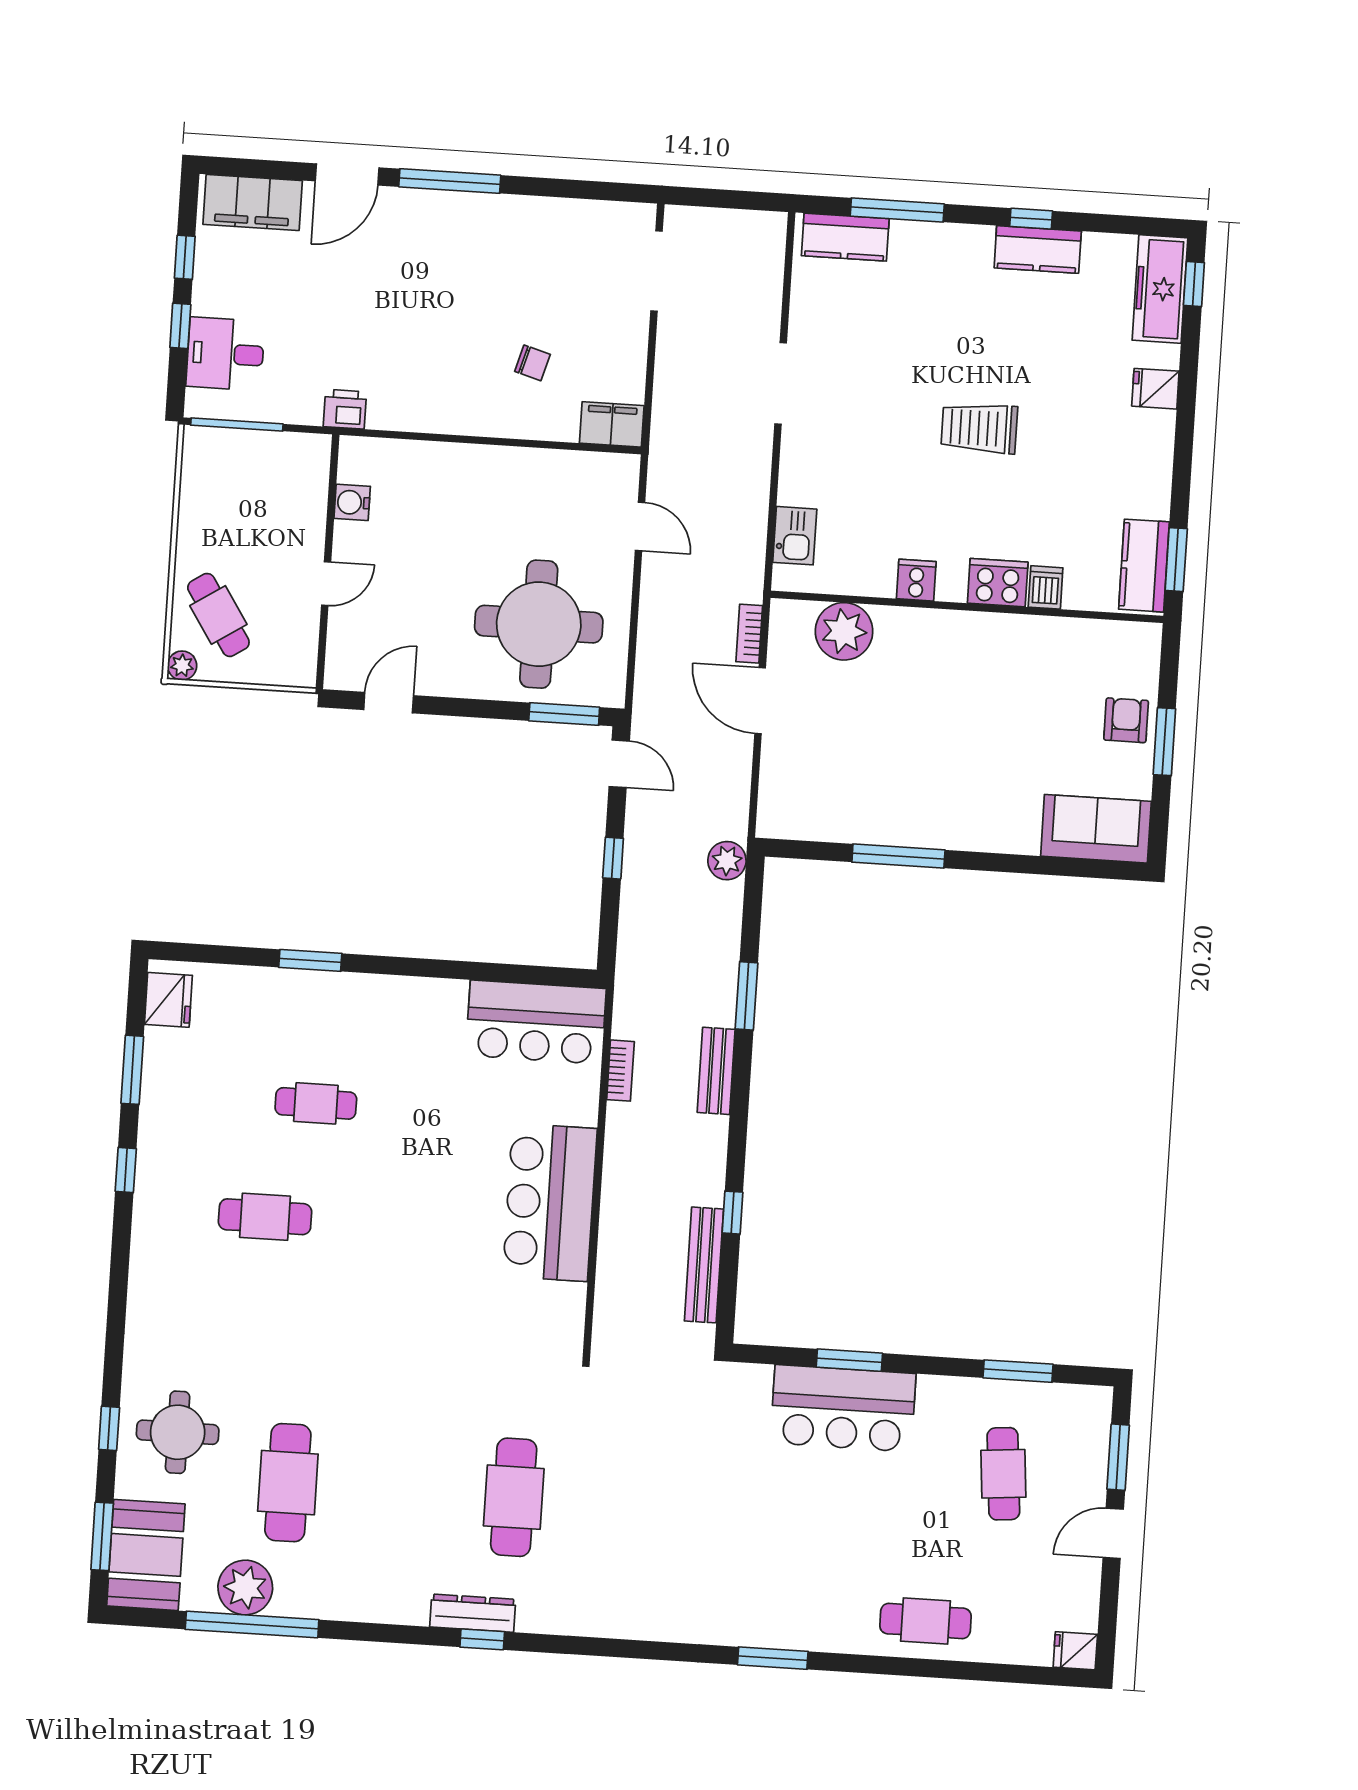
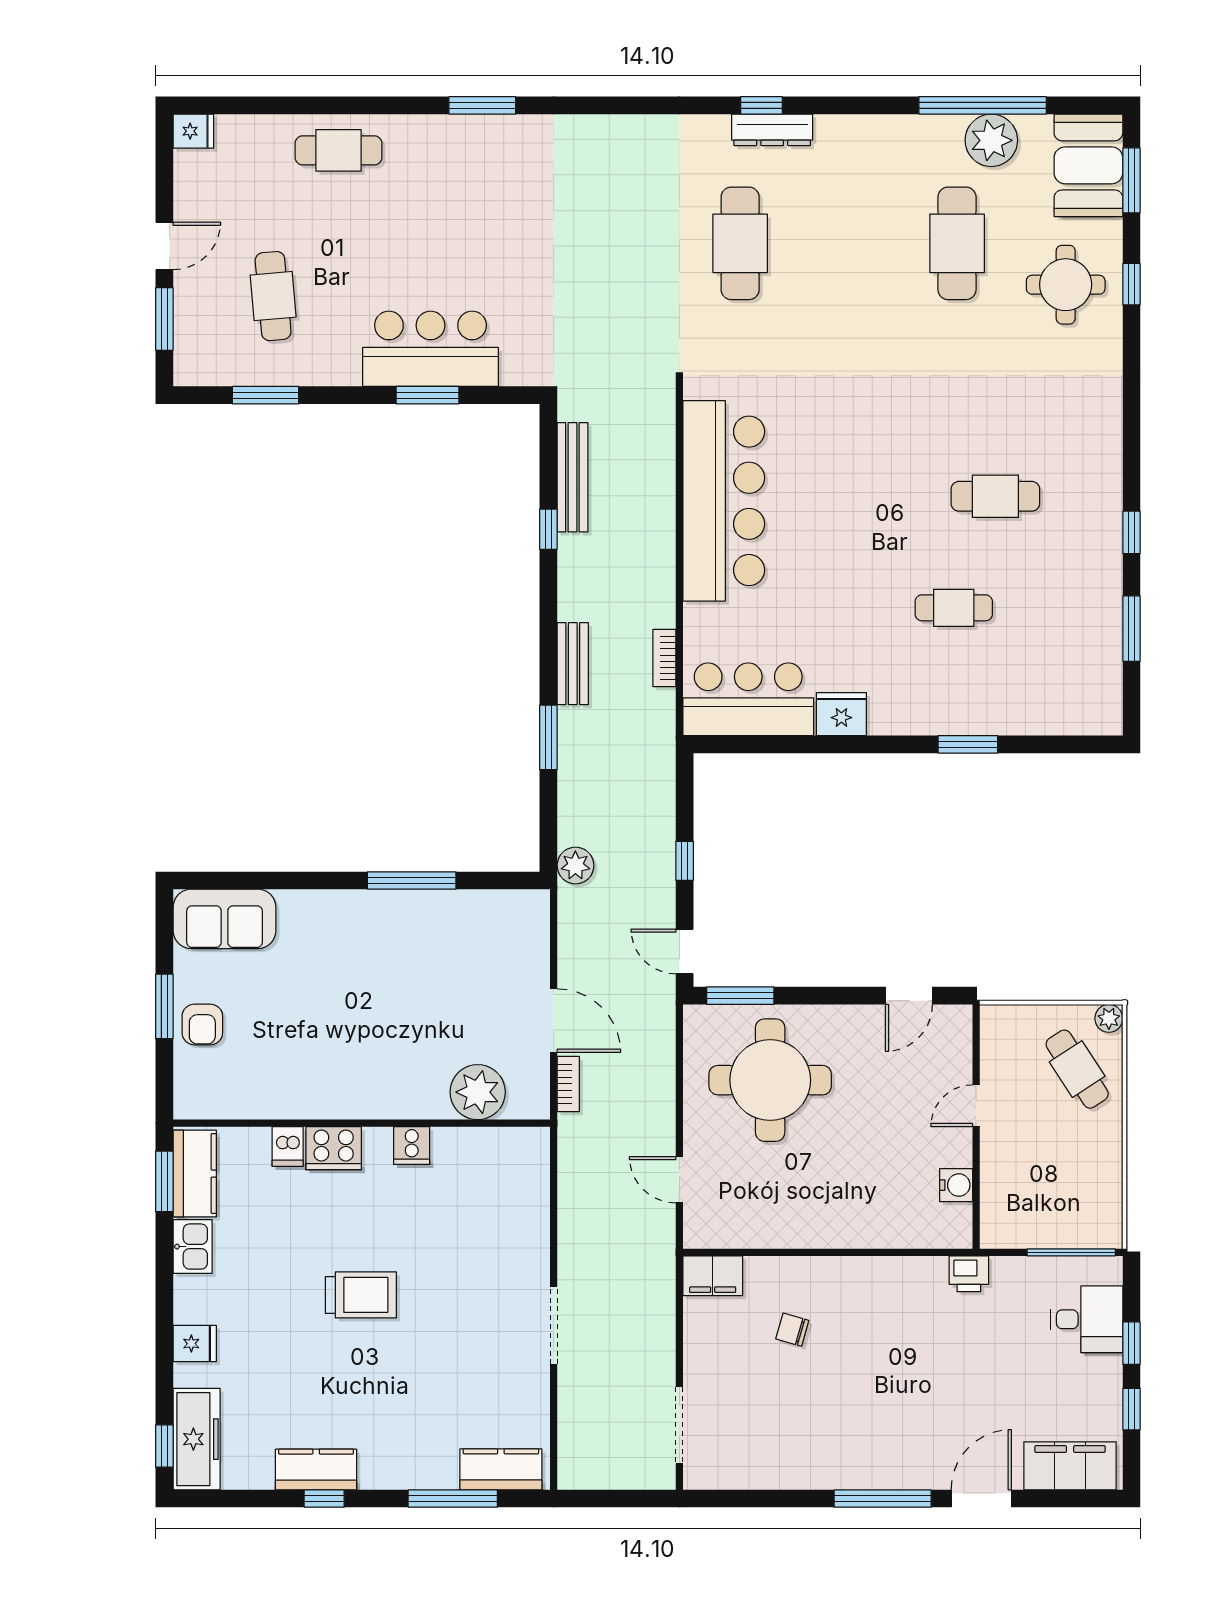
kitchen sink: (795, 536) -> (193, 1247), moved, turned 180
fridge: (168, 1000) -> (841, 714), moved, turned 90
bar counter: (550, 1202) -> (724, 501), width x1.36

